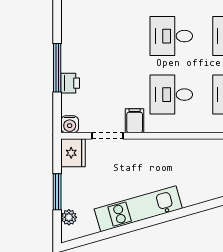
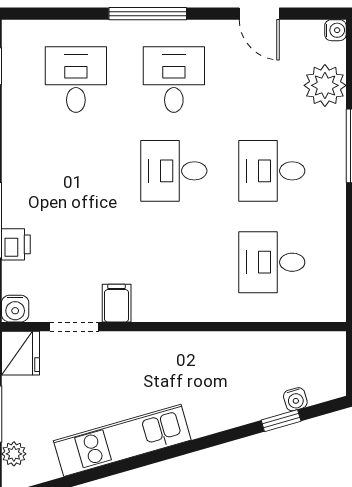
desk: (171, 95) -> (174, 262), removed

